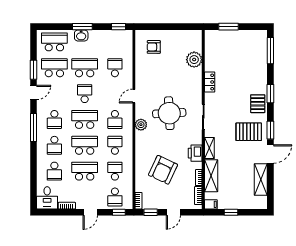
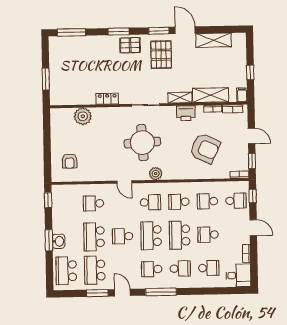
school desk: (54, 119) -> (152, 269), turned 180
school desk: (85, 171) -> (208, 235), width x0.54

